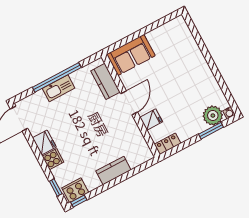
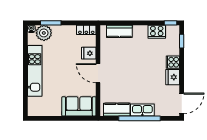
kitchen unit: (201, 68) -> (35, 71), added
kitchen counter: (105, 81) -> (117, 110), moved, turned -90
door: (129, 103) -> (98, 73), hinge flipped
kitchen counter: (113, 170) -> (119, 31), moved
cooker: (75, 190) -> (157, 32), moved

